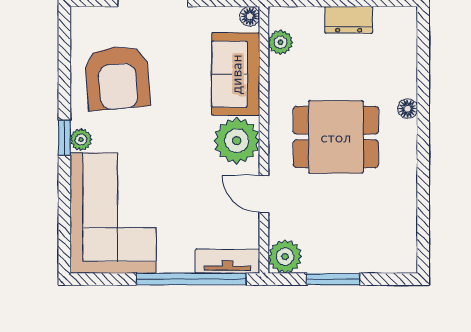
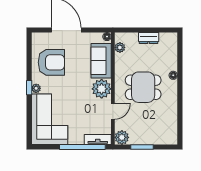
armchair: (117, 78) -> (51, 62), turned -85
door: (264, 194) -> (113, 111), swing flipped

